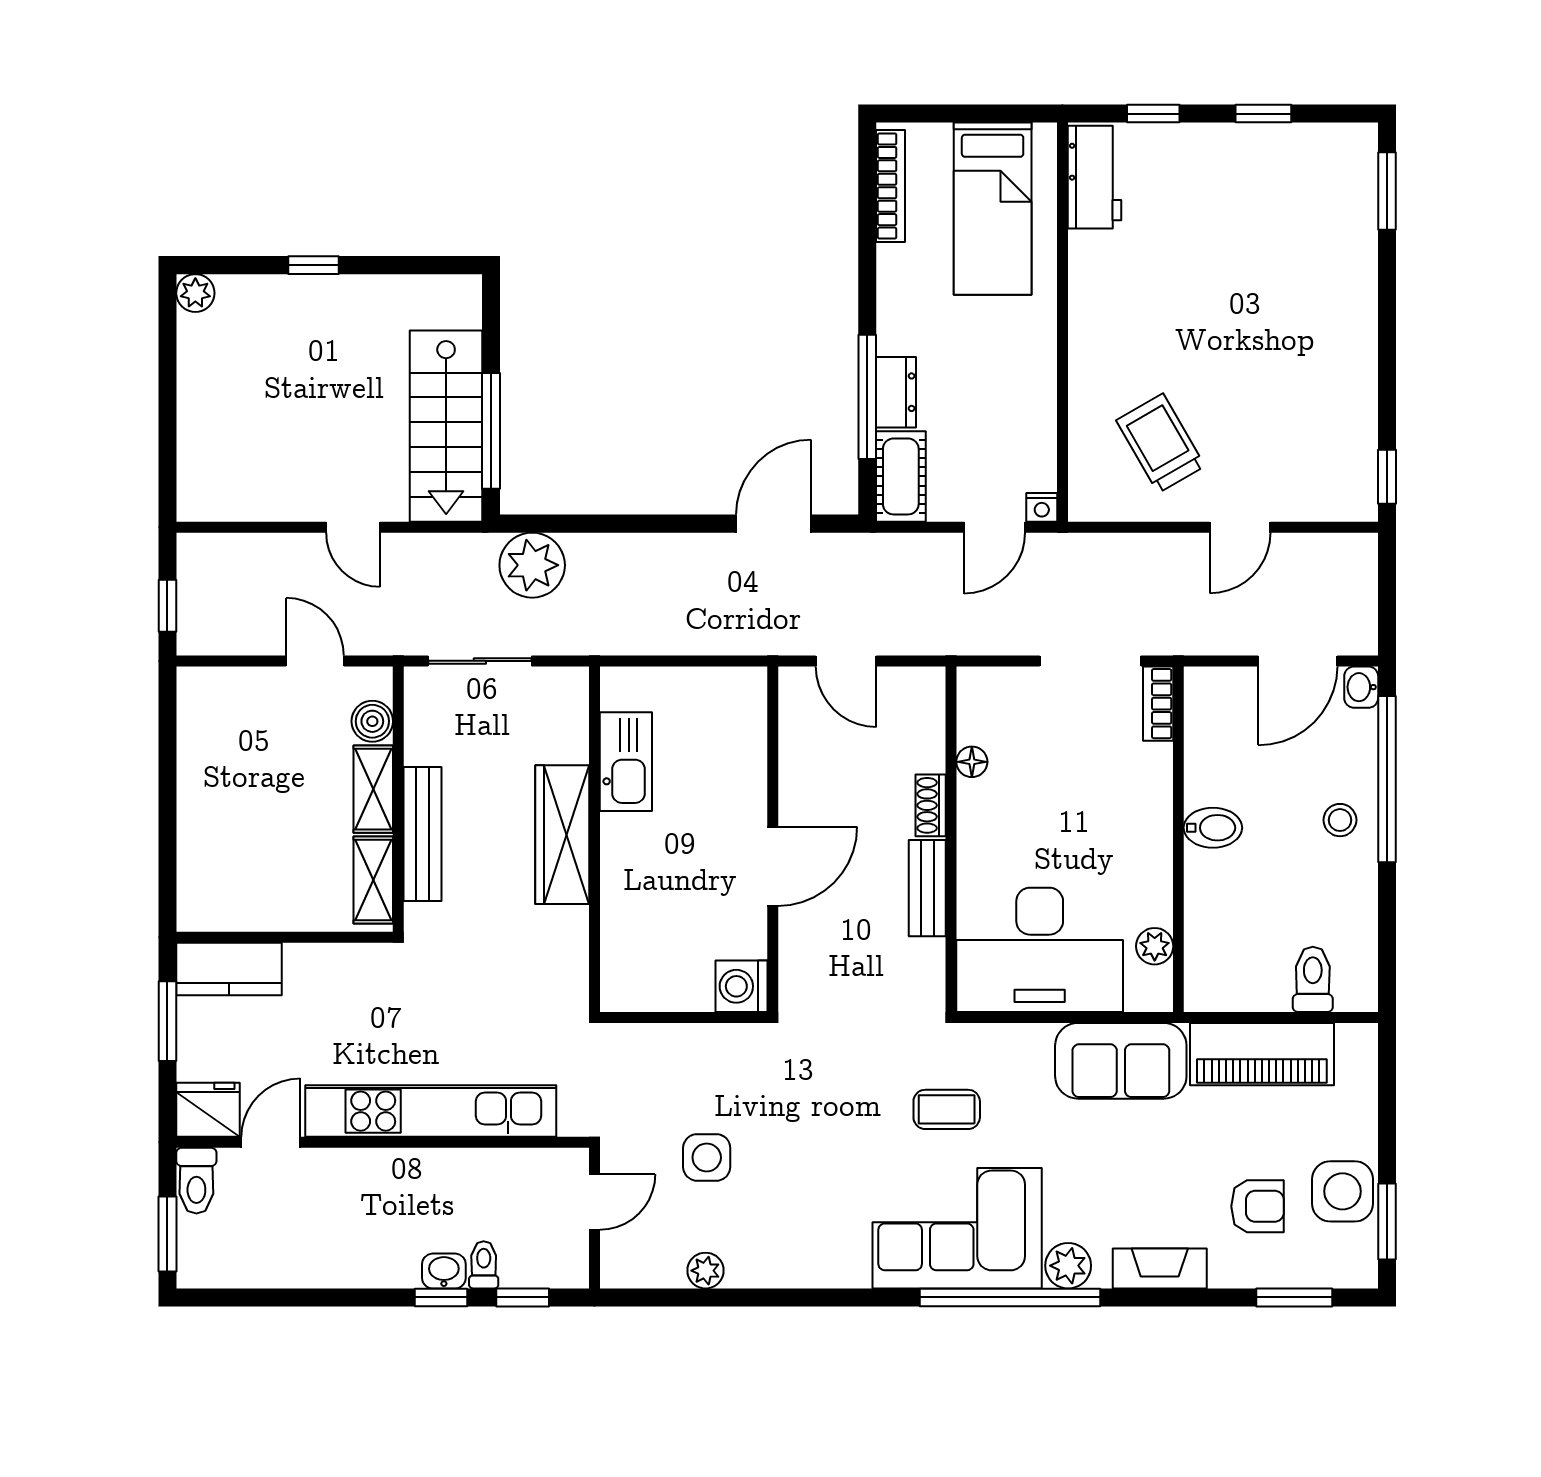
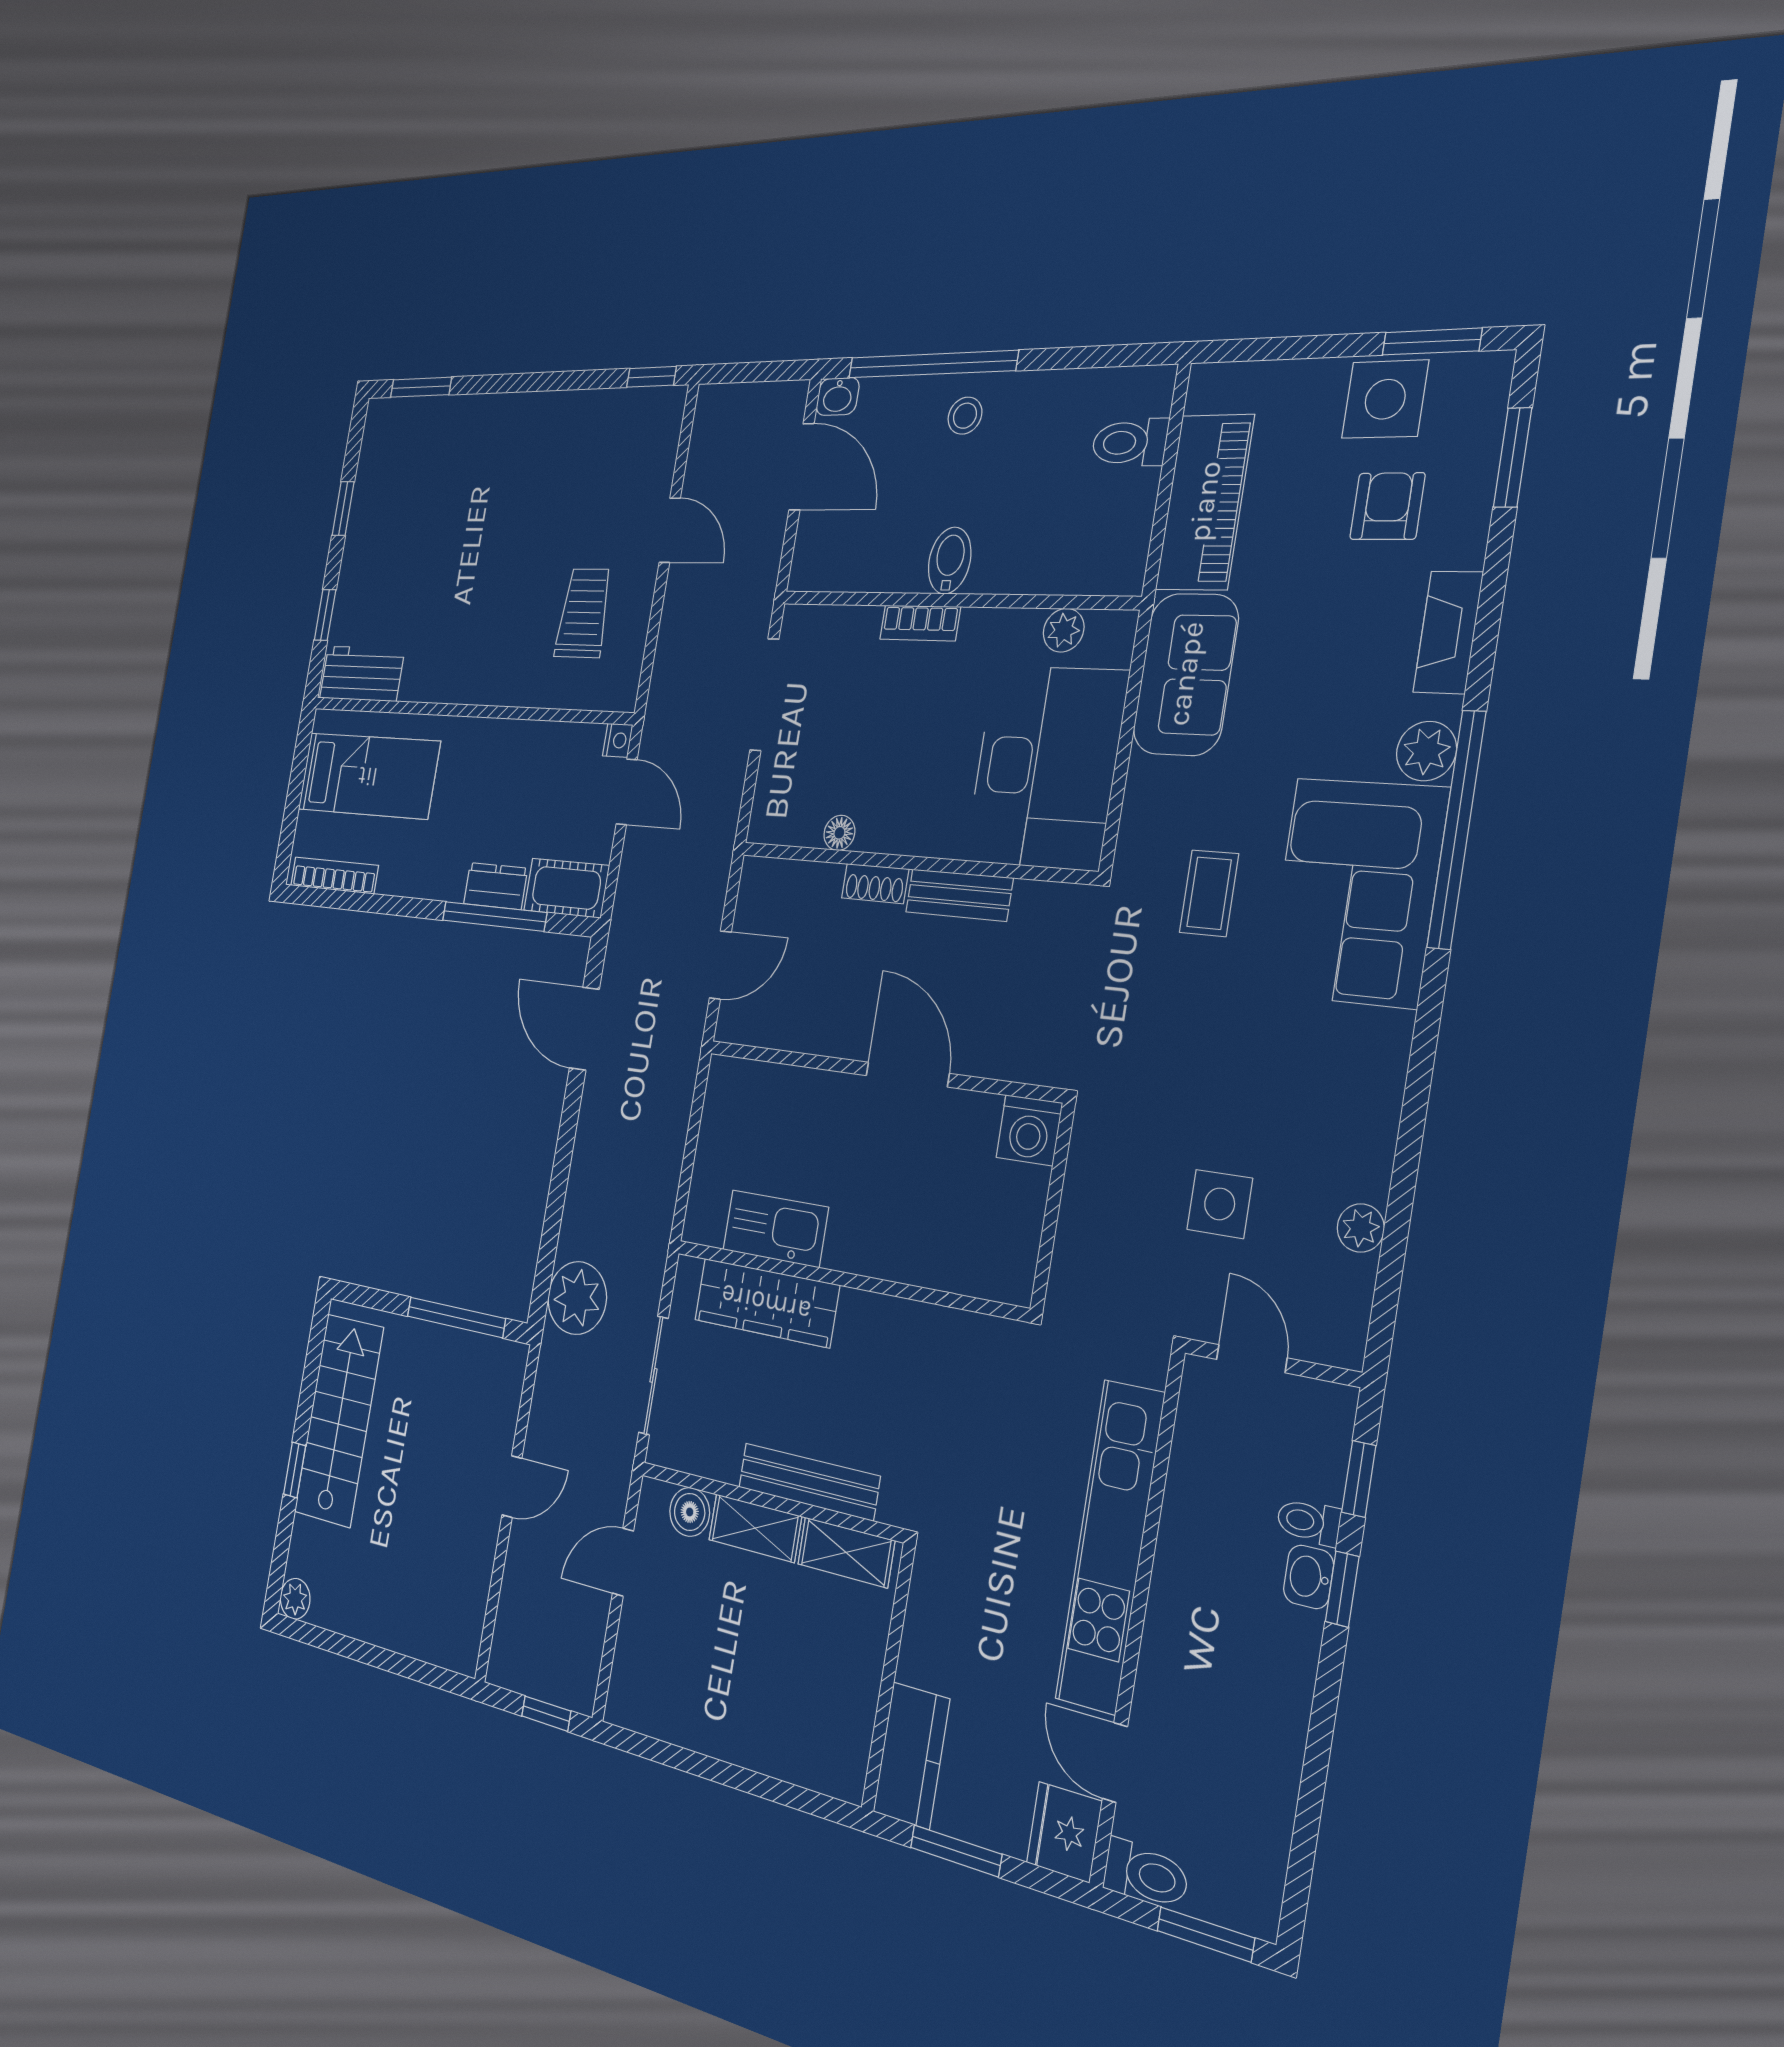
stairs: (446, 426) -> (339, 1420), moved, turned -90
trolley: (1160, 443) -> (584, 613), turned 120
bookcase: (1158, 704) -> (920, 623), moved
wardrobe: (562, 835) -> (766, 1303), moved

